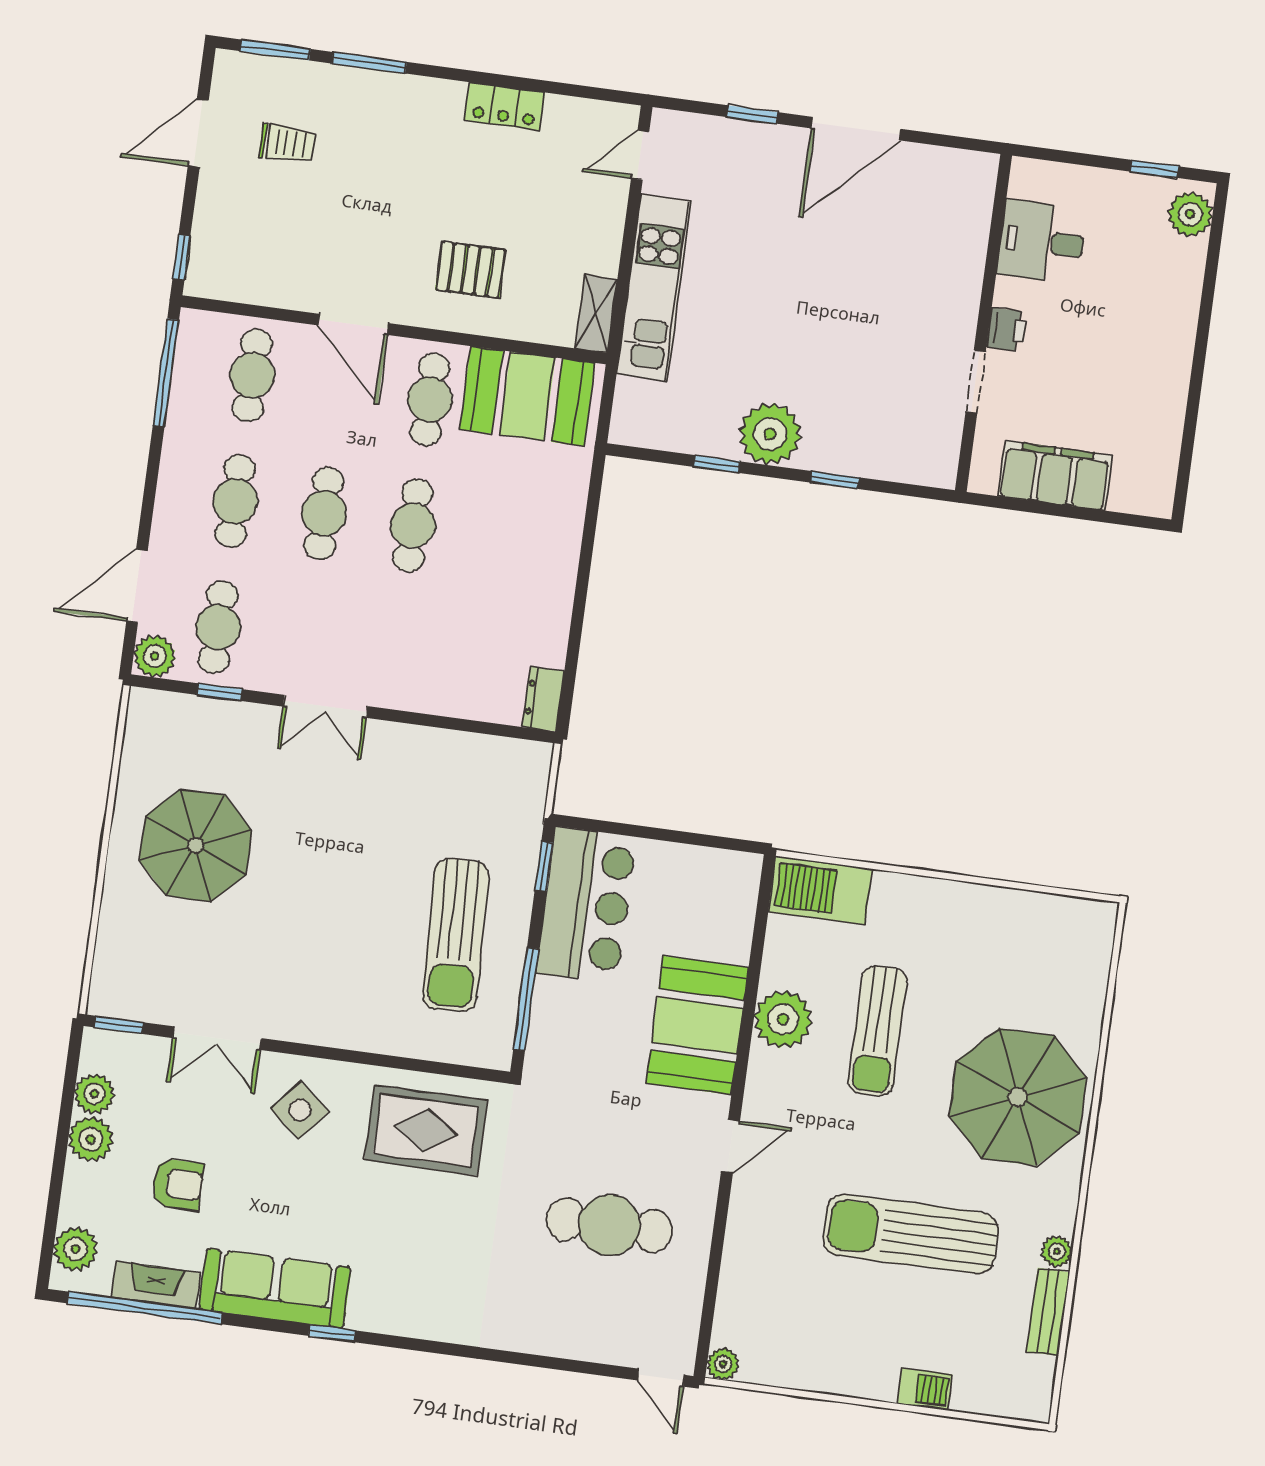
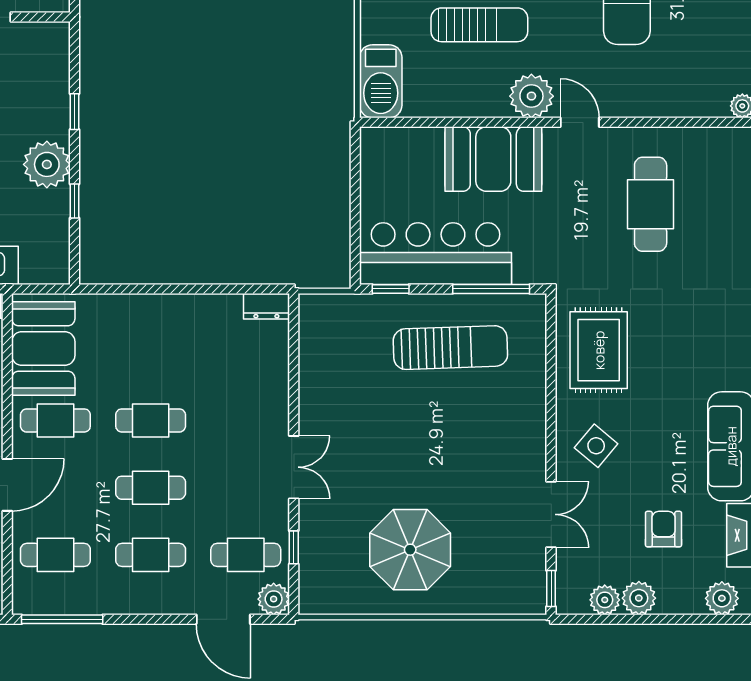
bar counter: (586, 905) -> (436, 254), width x1.36
plant: (783, 1019) -> (531, 96), moved

